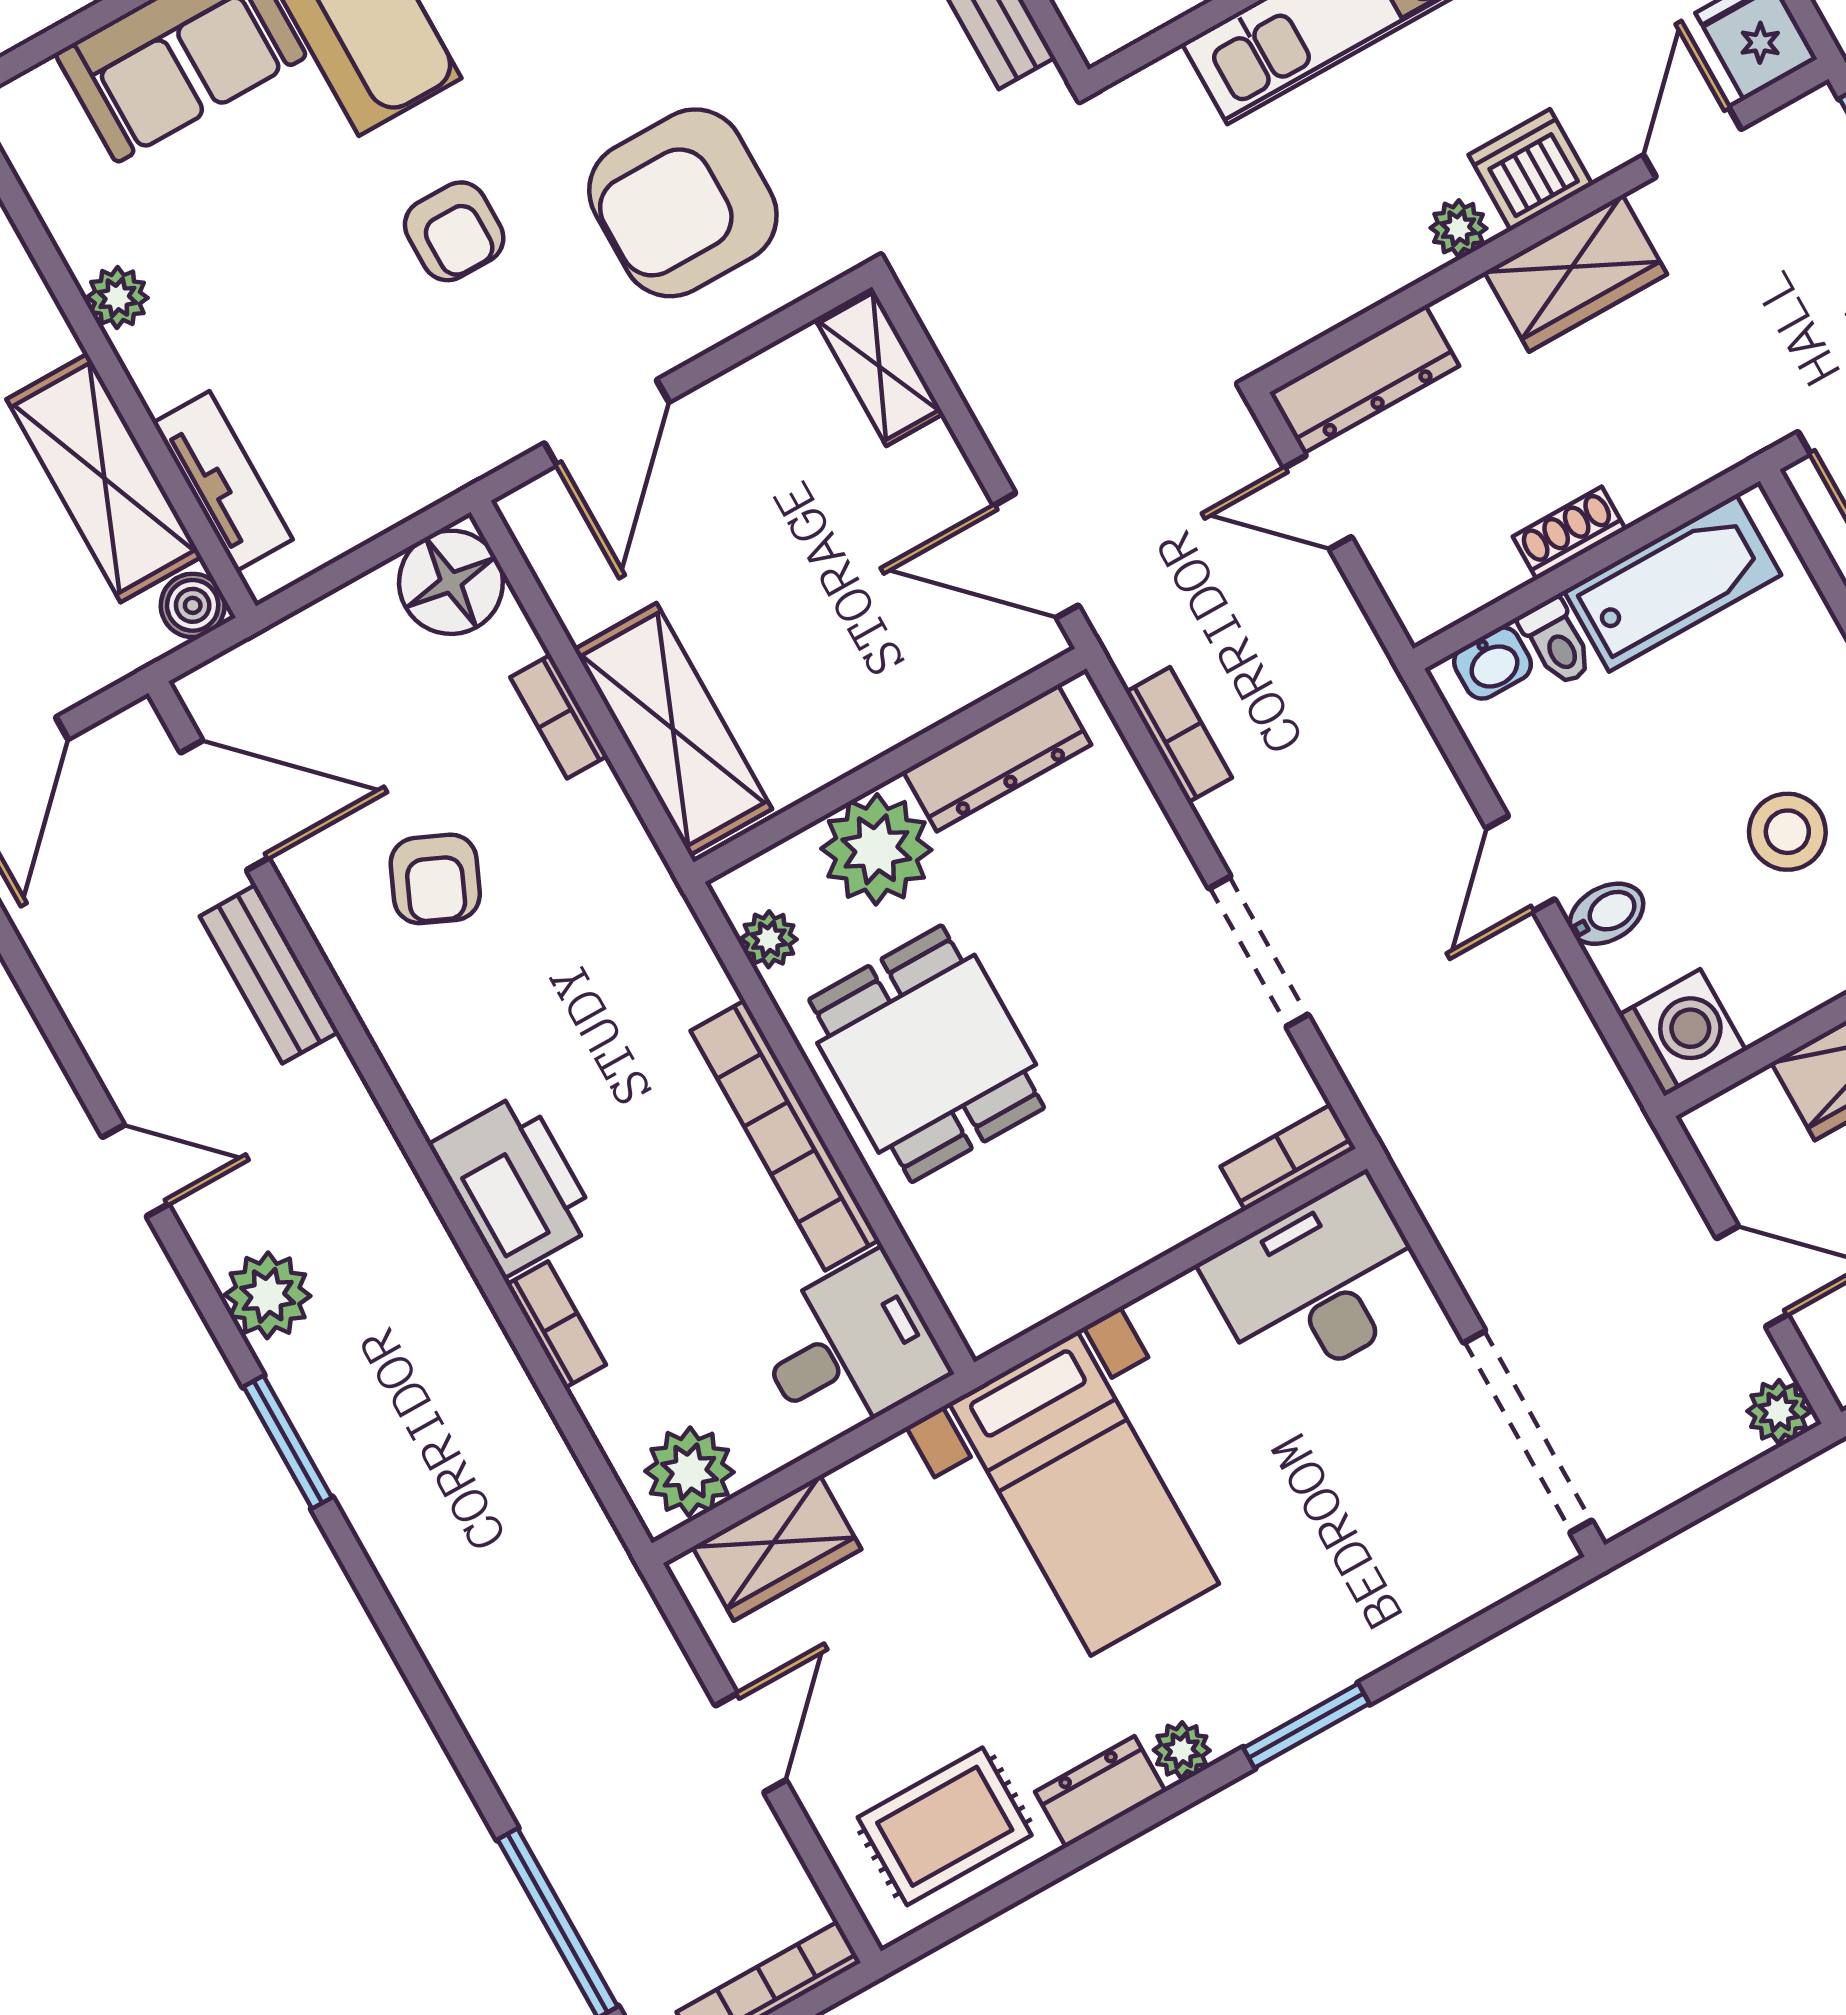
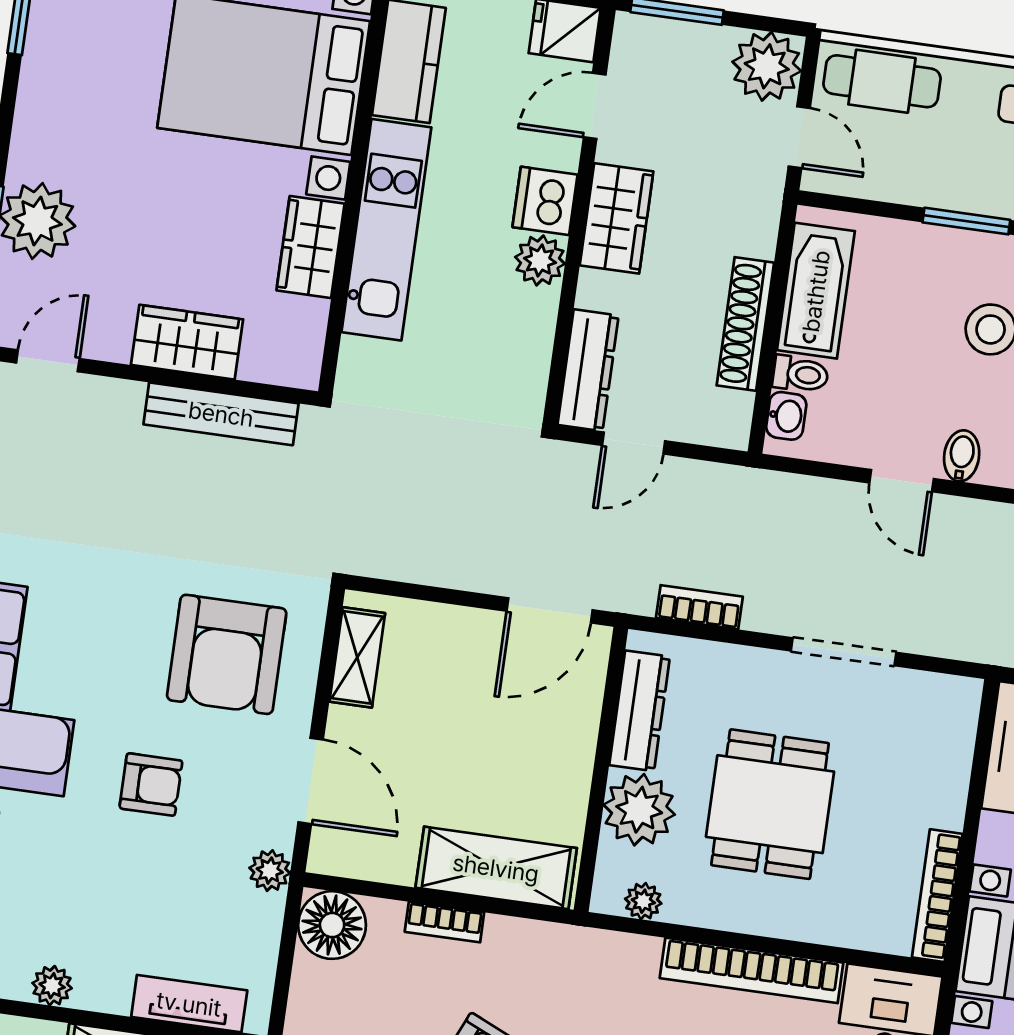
door: (1692, 142) -> (595, 106), hinge flipped
plant: (1459, 228) -> (540, 260), width x1.38, depth x1.38
shelving: (879, 366) -> (357, 657), moved, turned 90
plant: (460, 456) -> (270, 871), added
shoe rack: (1569, 533) -> (745, 324), width x1.94, depth x1.24
dining table: (927, 1054) -> (770, 804), moved, turned 90
bookcase: (1288, 1157) -> (937, 896), moved, width x1.56

